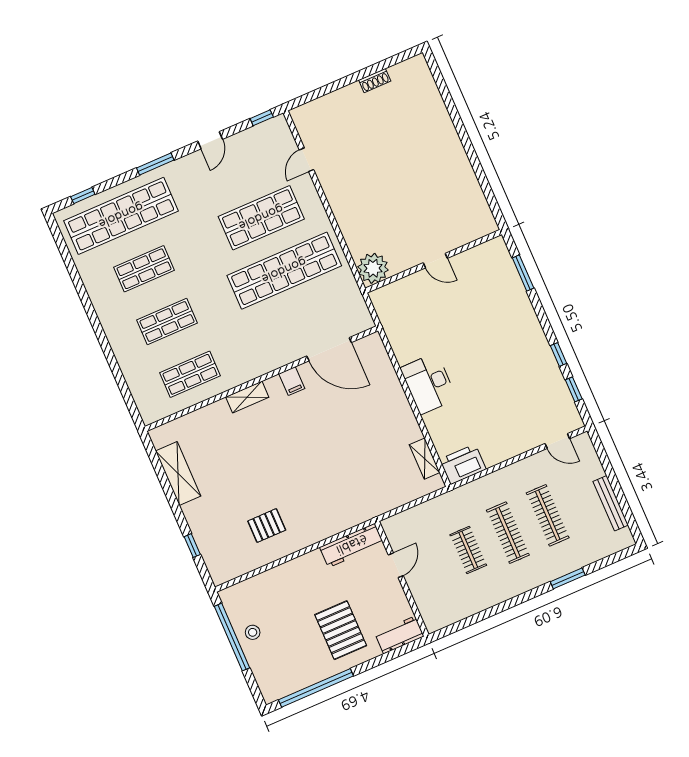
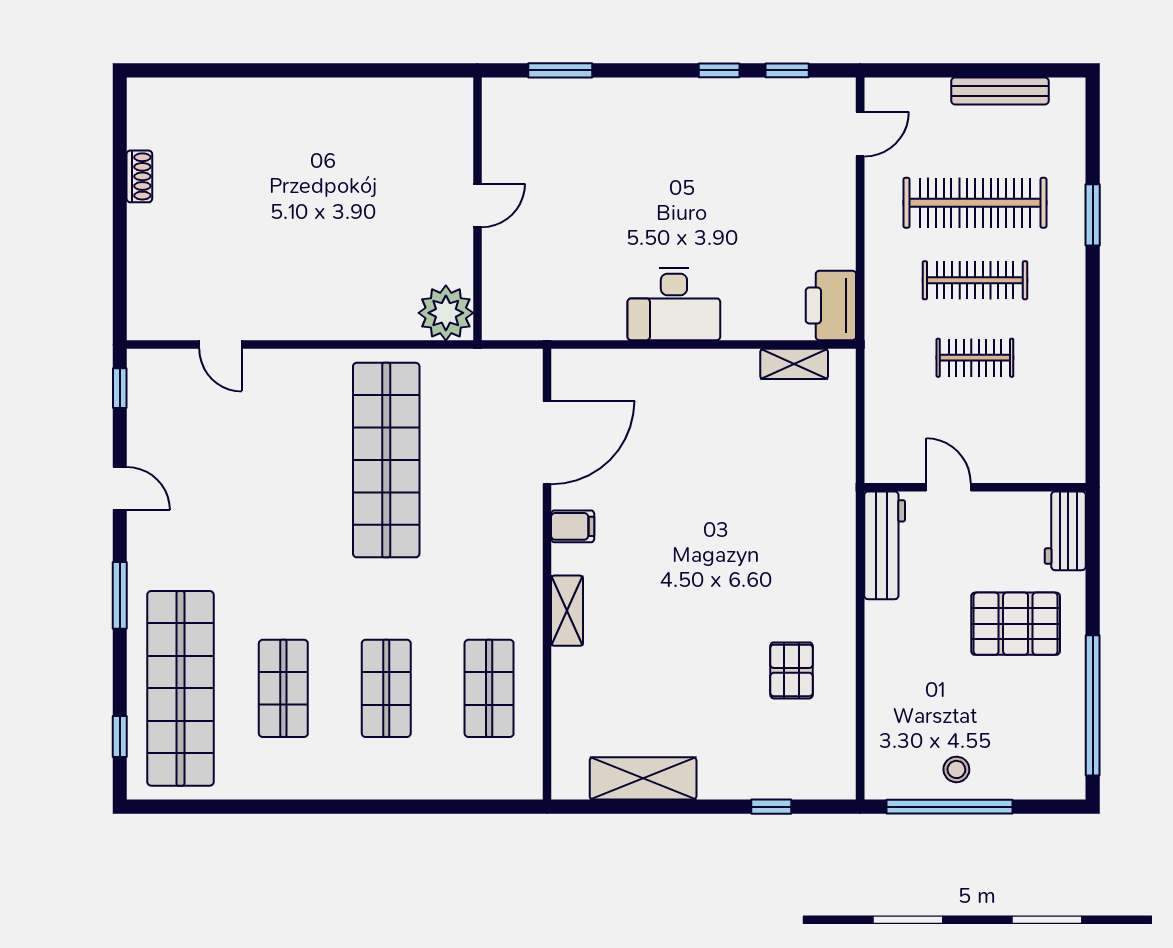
shop shelf: (261, 218) -> (283, 460), removed
clothes rail: (548, 515) -> (975, 203), width x1.37, depth x1.31

